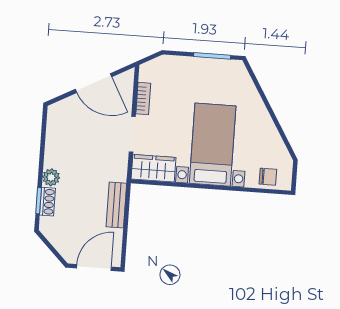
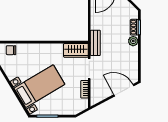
door: (94, 83) -> (124, 90), moved
bed with nightstands: (213, 145) -> (39, 86), moved, turned -121
bench: (116, 205) -> (95, 43), moved

